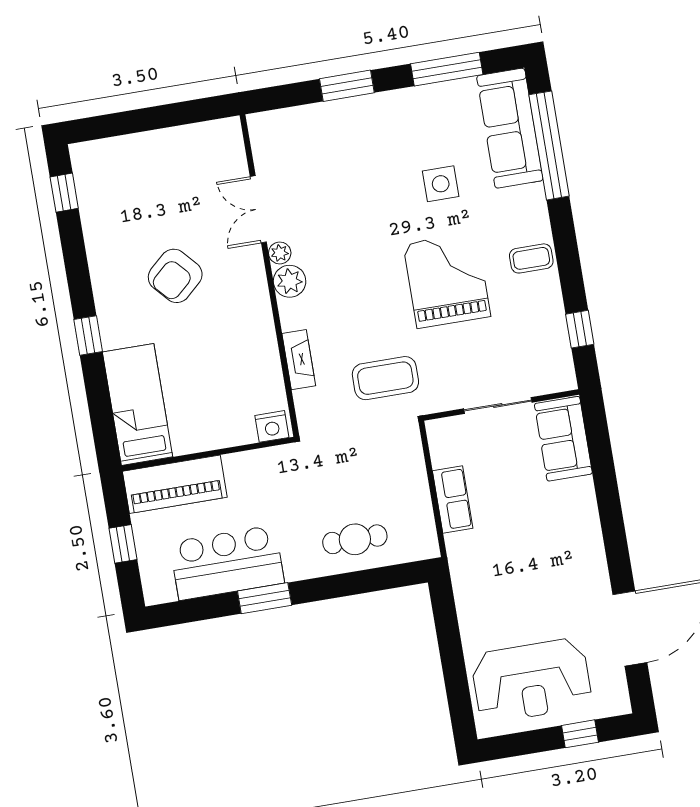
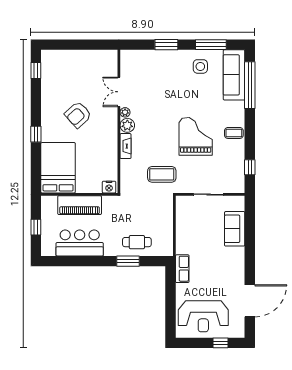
side table: (441, 184) -> (200, 66), moved
fireplace: (299, 360) -> (126, 146), moved
bed: (138, 404) -> (58, 168), width x1.50
sofa: (563, 439) -> (235, 229), moved
piano: (175, 484) -> (80, 205), moved
row of seats: (453, 499) -> (182, 269), moved
window: (265, 598) -> (128, 261), moved

